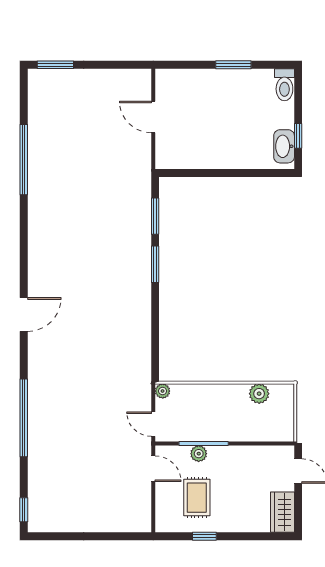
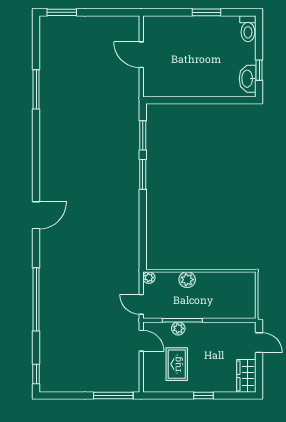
window: (24, 160) -> (36, 89), width x0.68
plant: (259, 394) -> (187, 280), moved
window: (119, 536) -> (113, 396), added
window: (204, 536) -> (204, 396), moved

